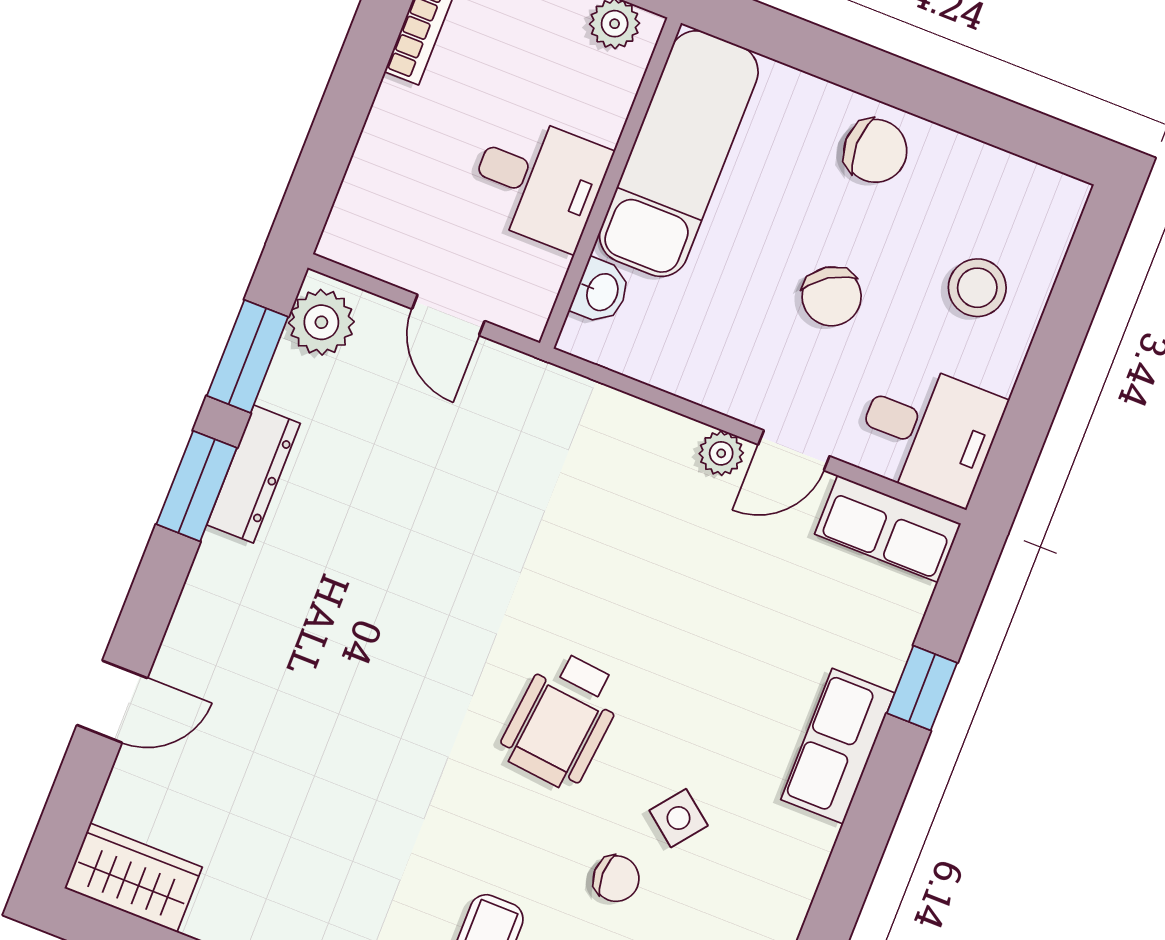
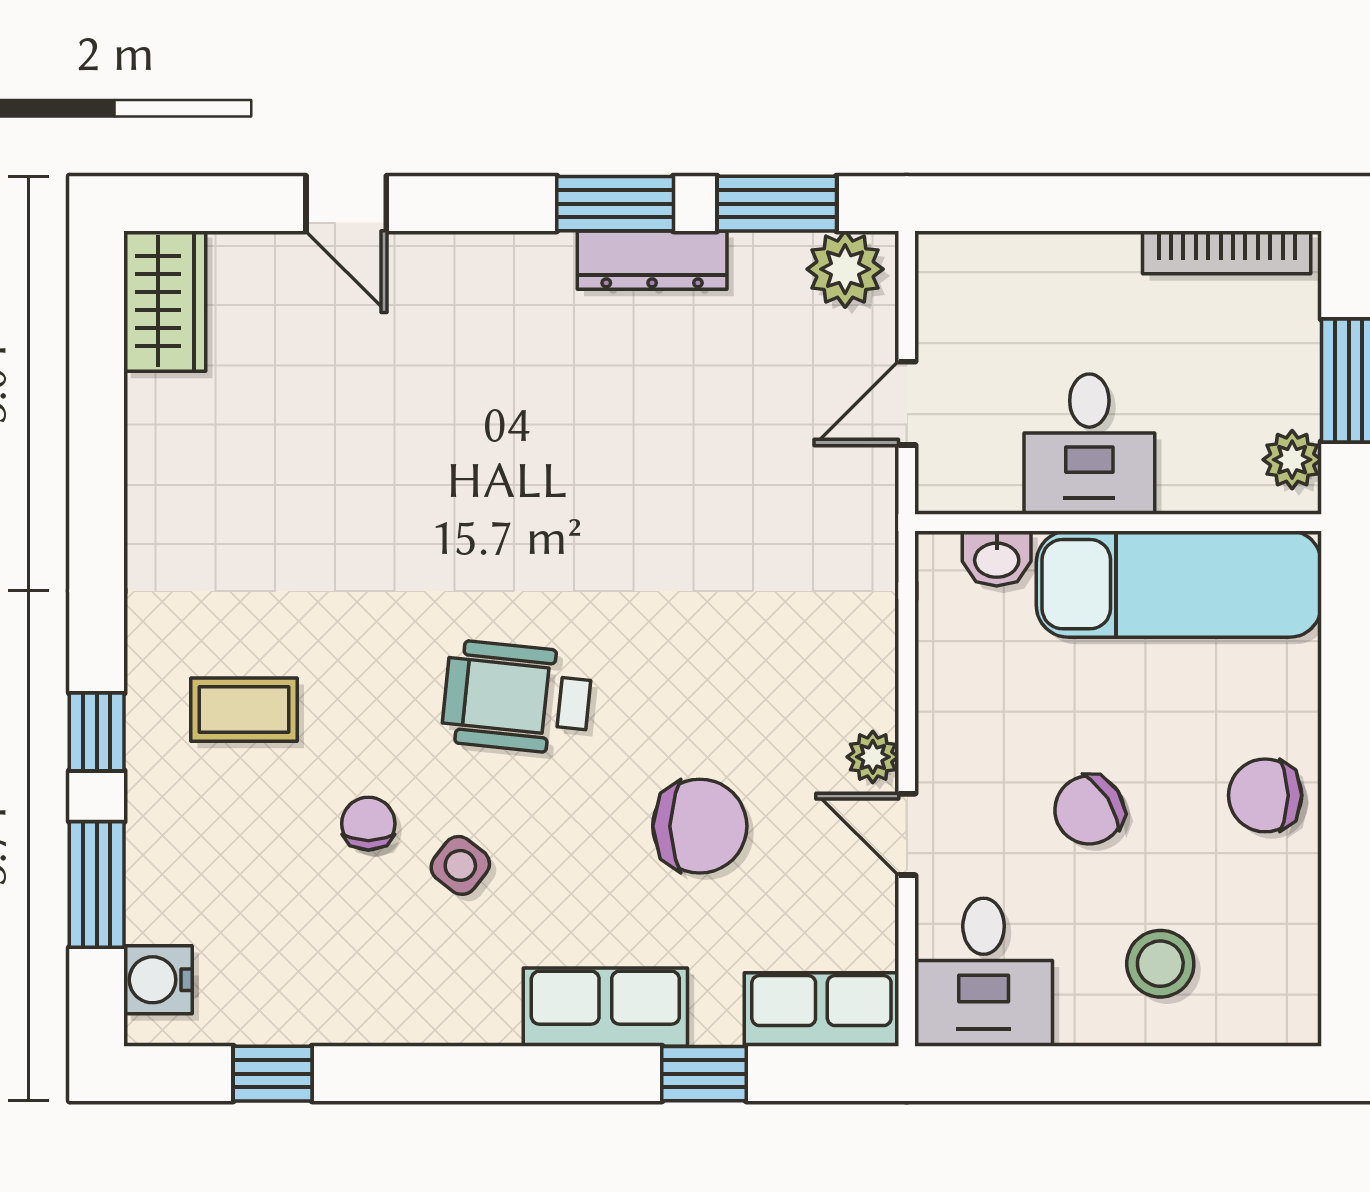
chair: (875, 151) -> (1265, 795), turned 90
row of seats: (888, 529) -> (821, 1009), moved, turned 90
chair: (722, 614) -> (700, 826), added
chair: (616, 879) -> (368, 824), turned 180

